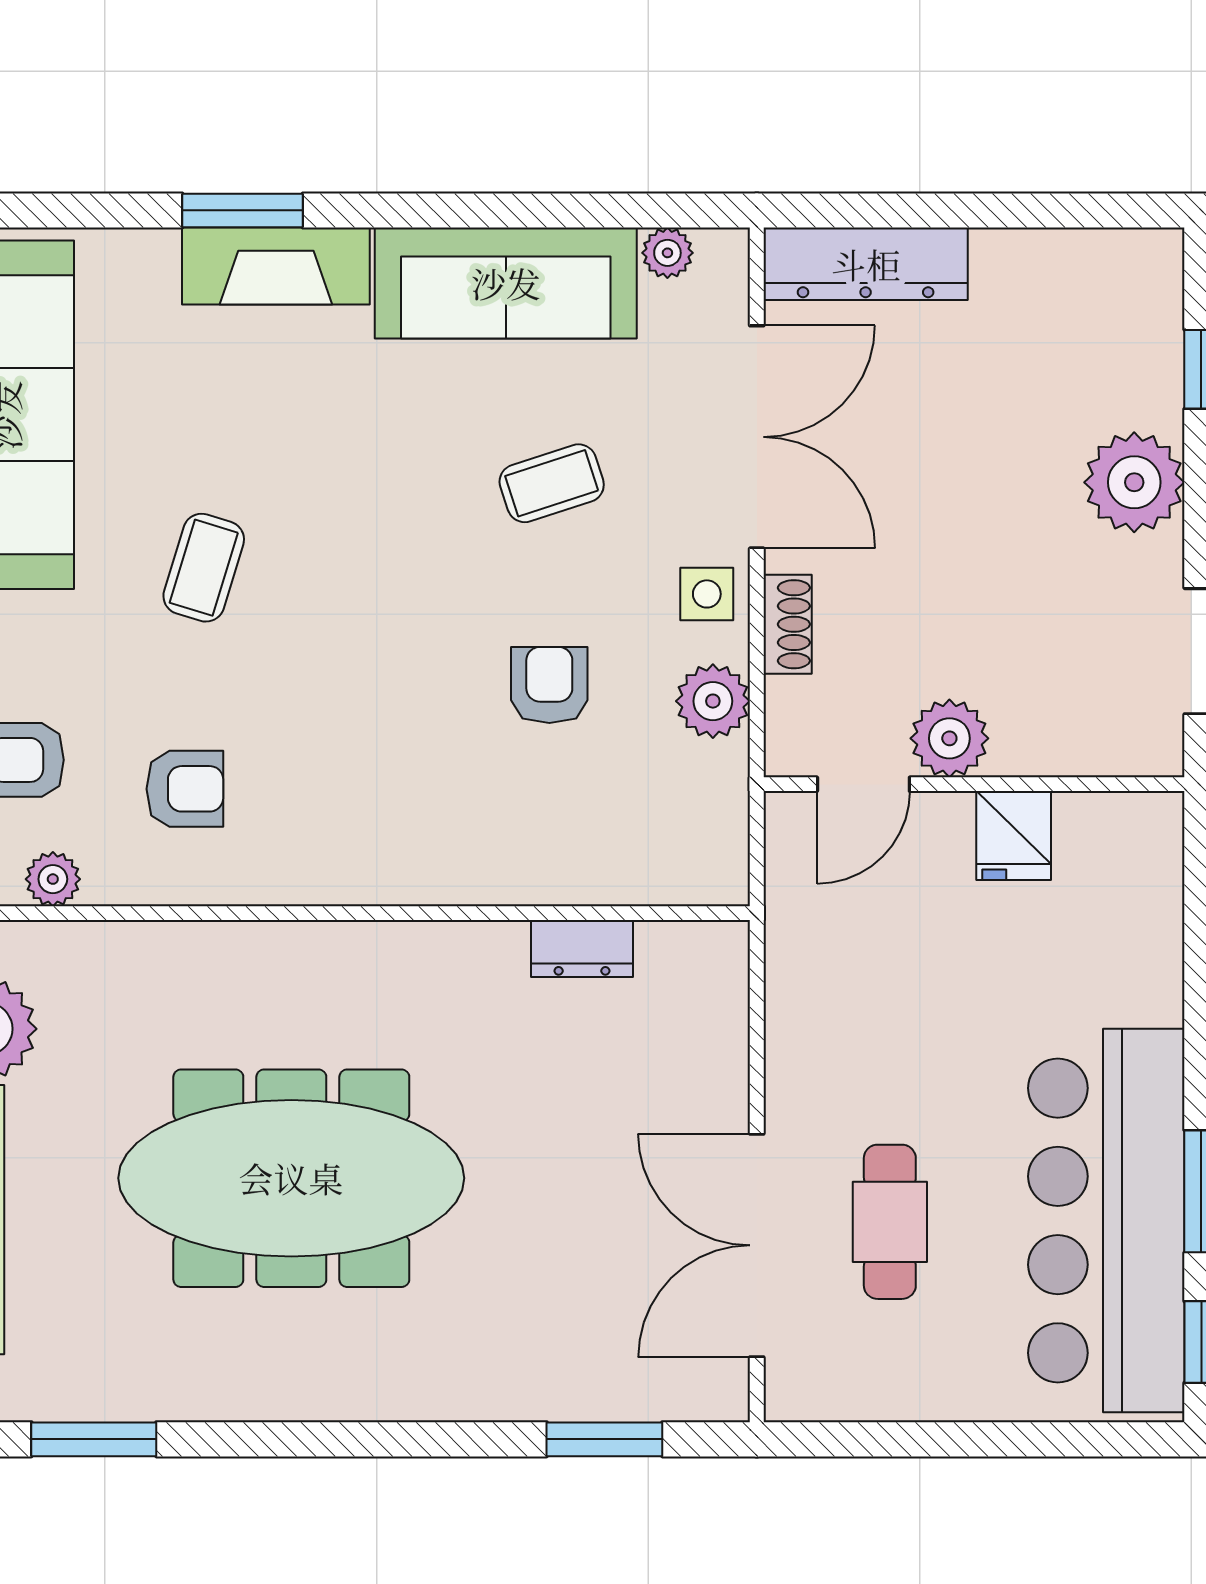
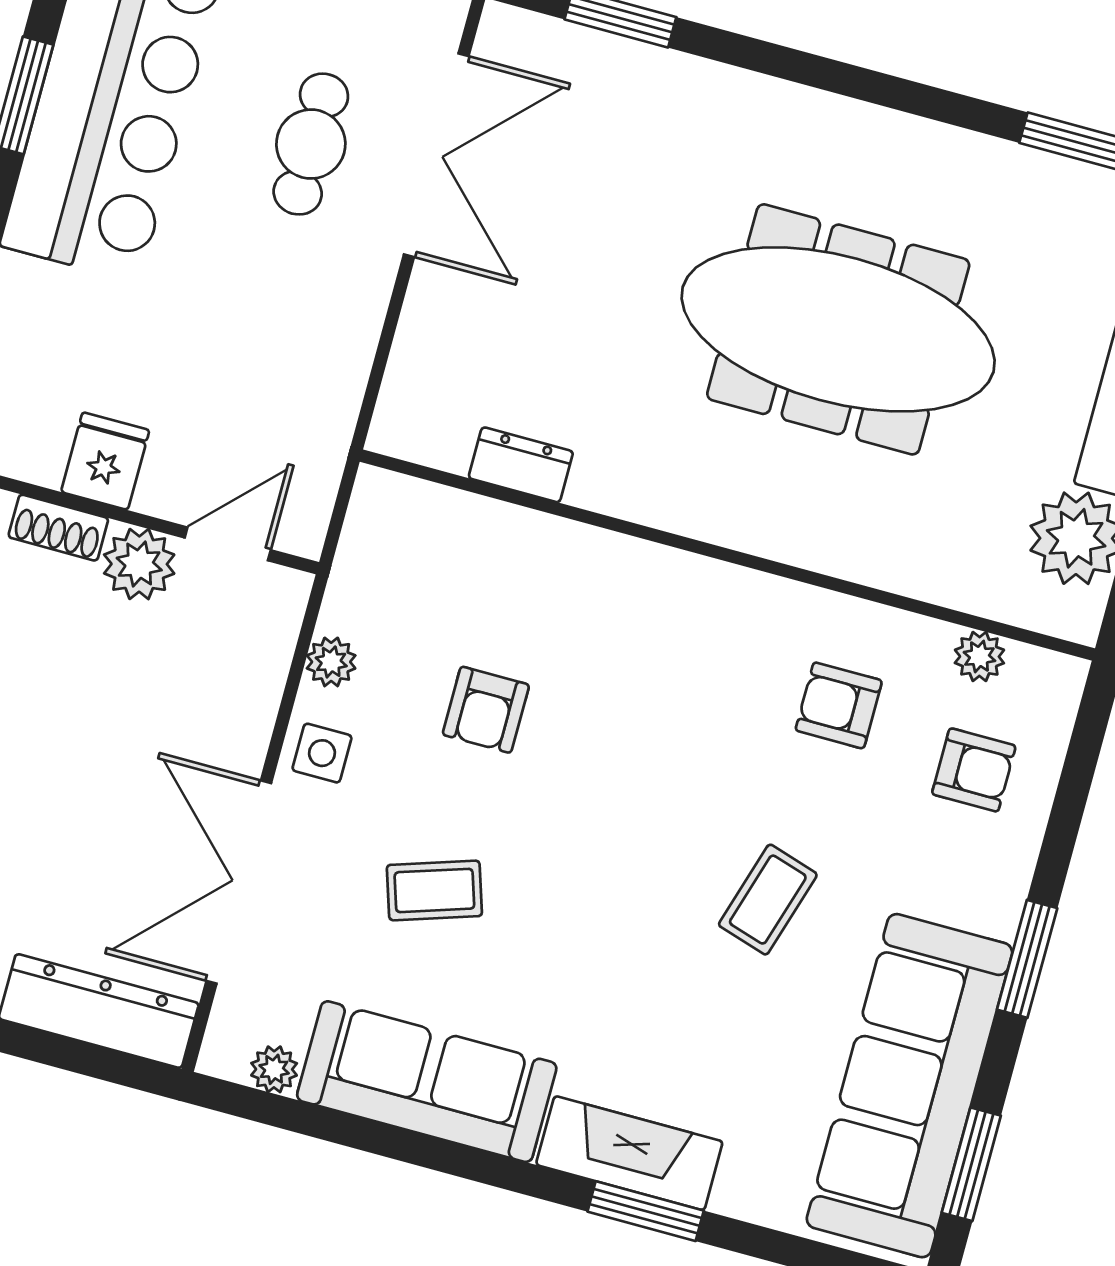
shoe rack: (788, 624) -> (58, 528), moved, turned -90
plant: (713, 701) -> (331, 662), width x0.73, depth x0.73

